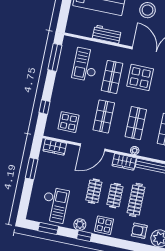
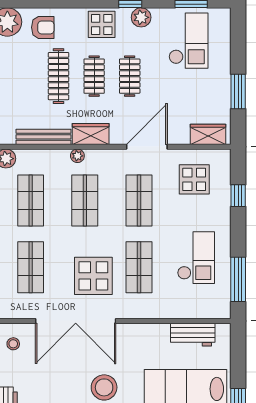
workbench: (107, 34) -> (193, 335), moved
checkout: (86, 65) -> (196, 258), moved
checkout: (55, 205) -> (188, 41), turned 180

